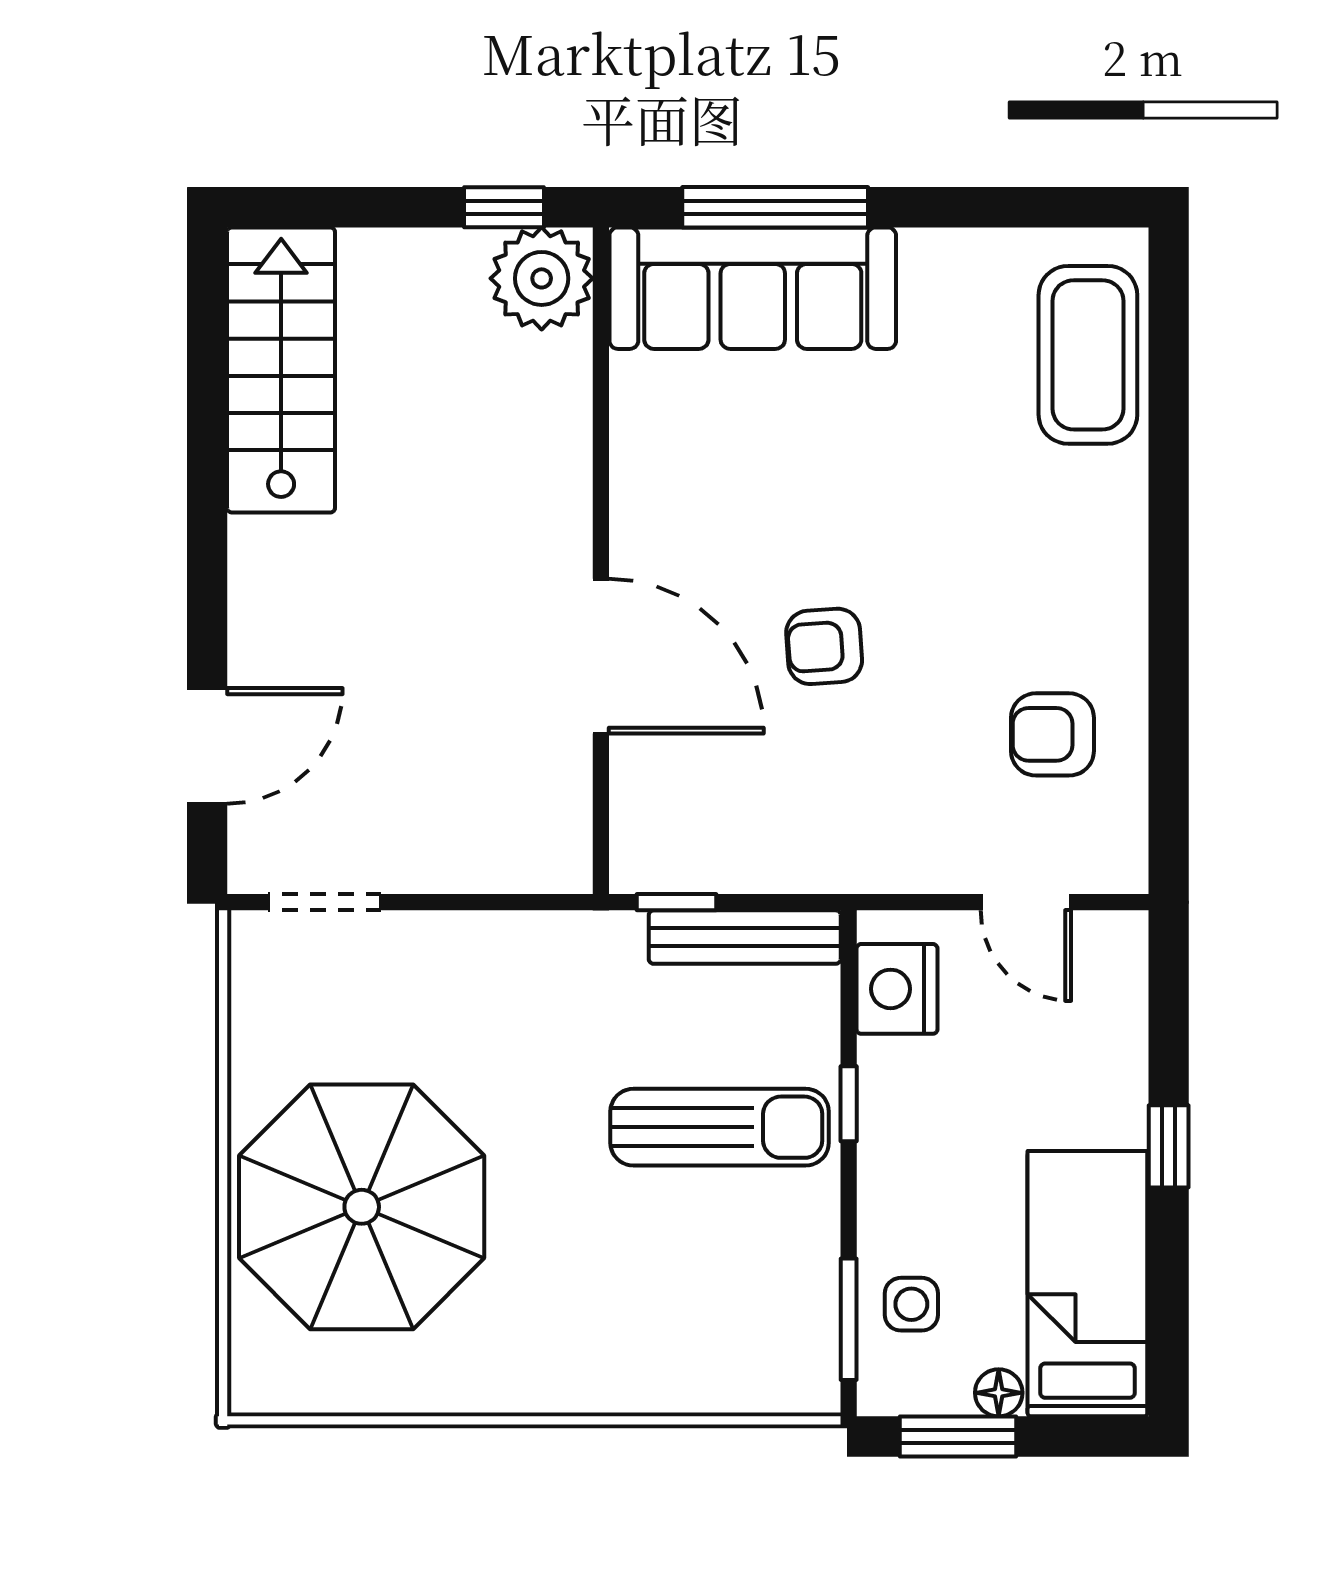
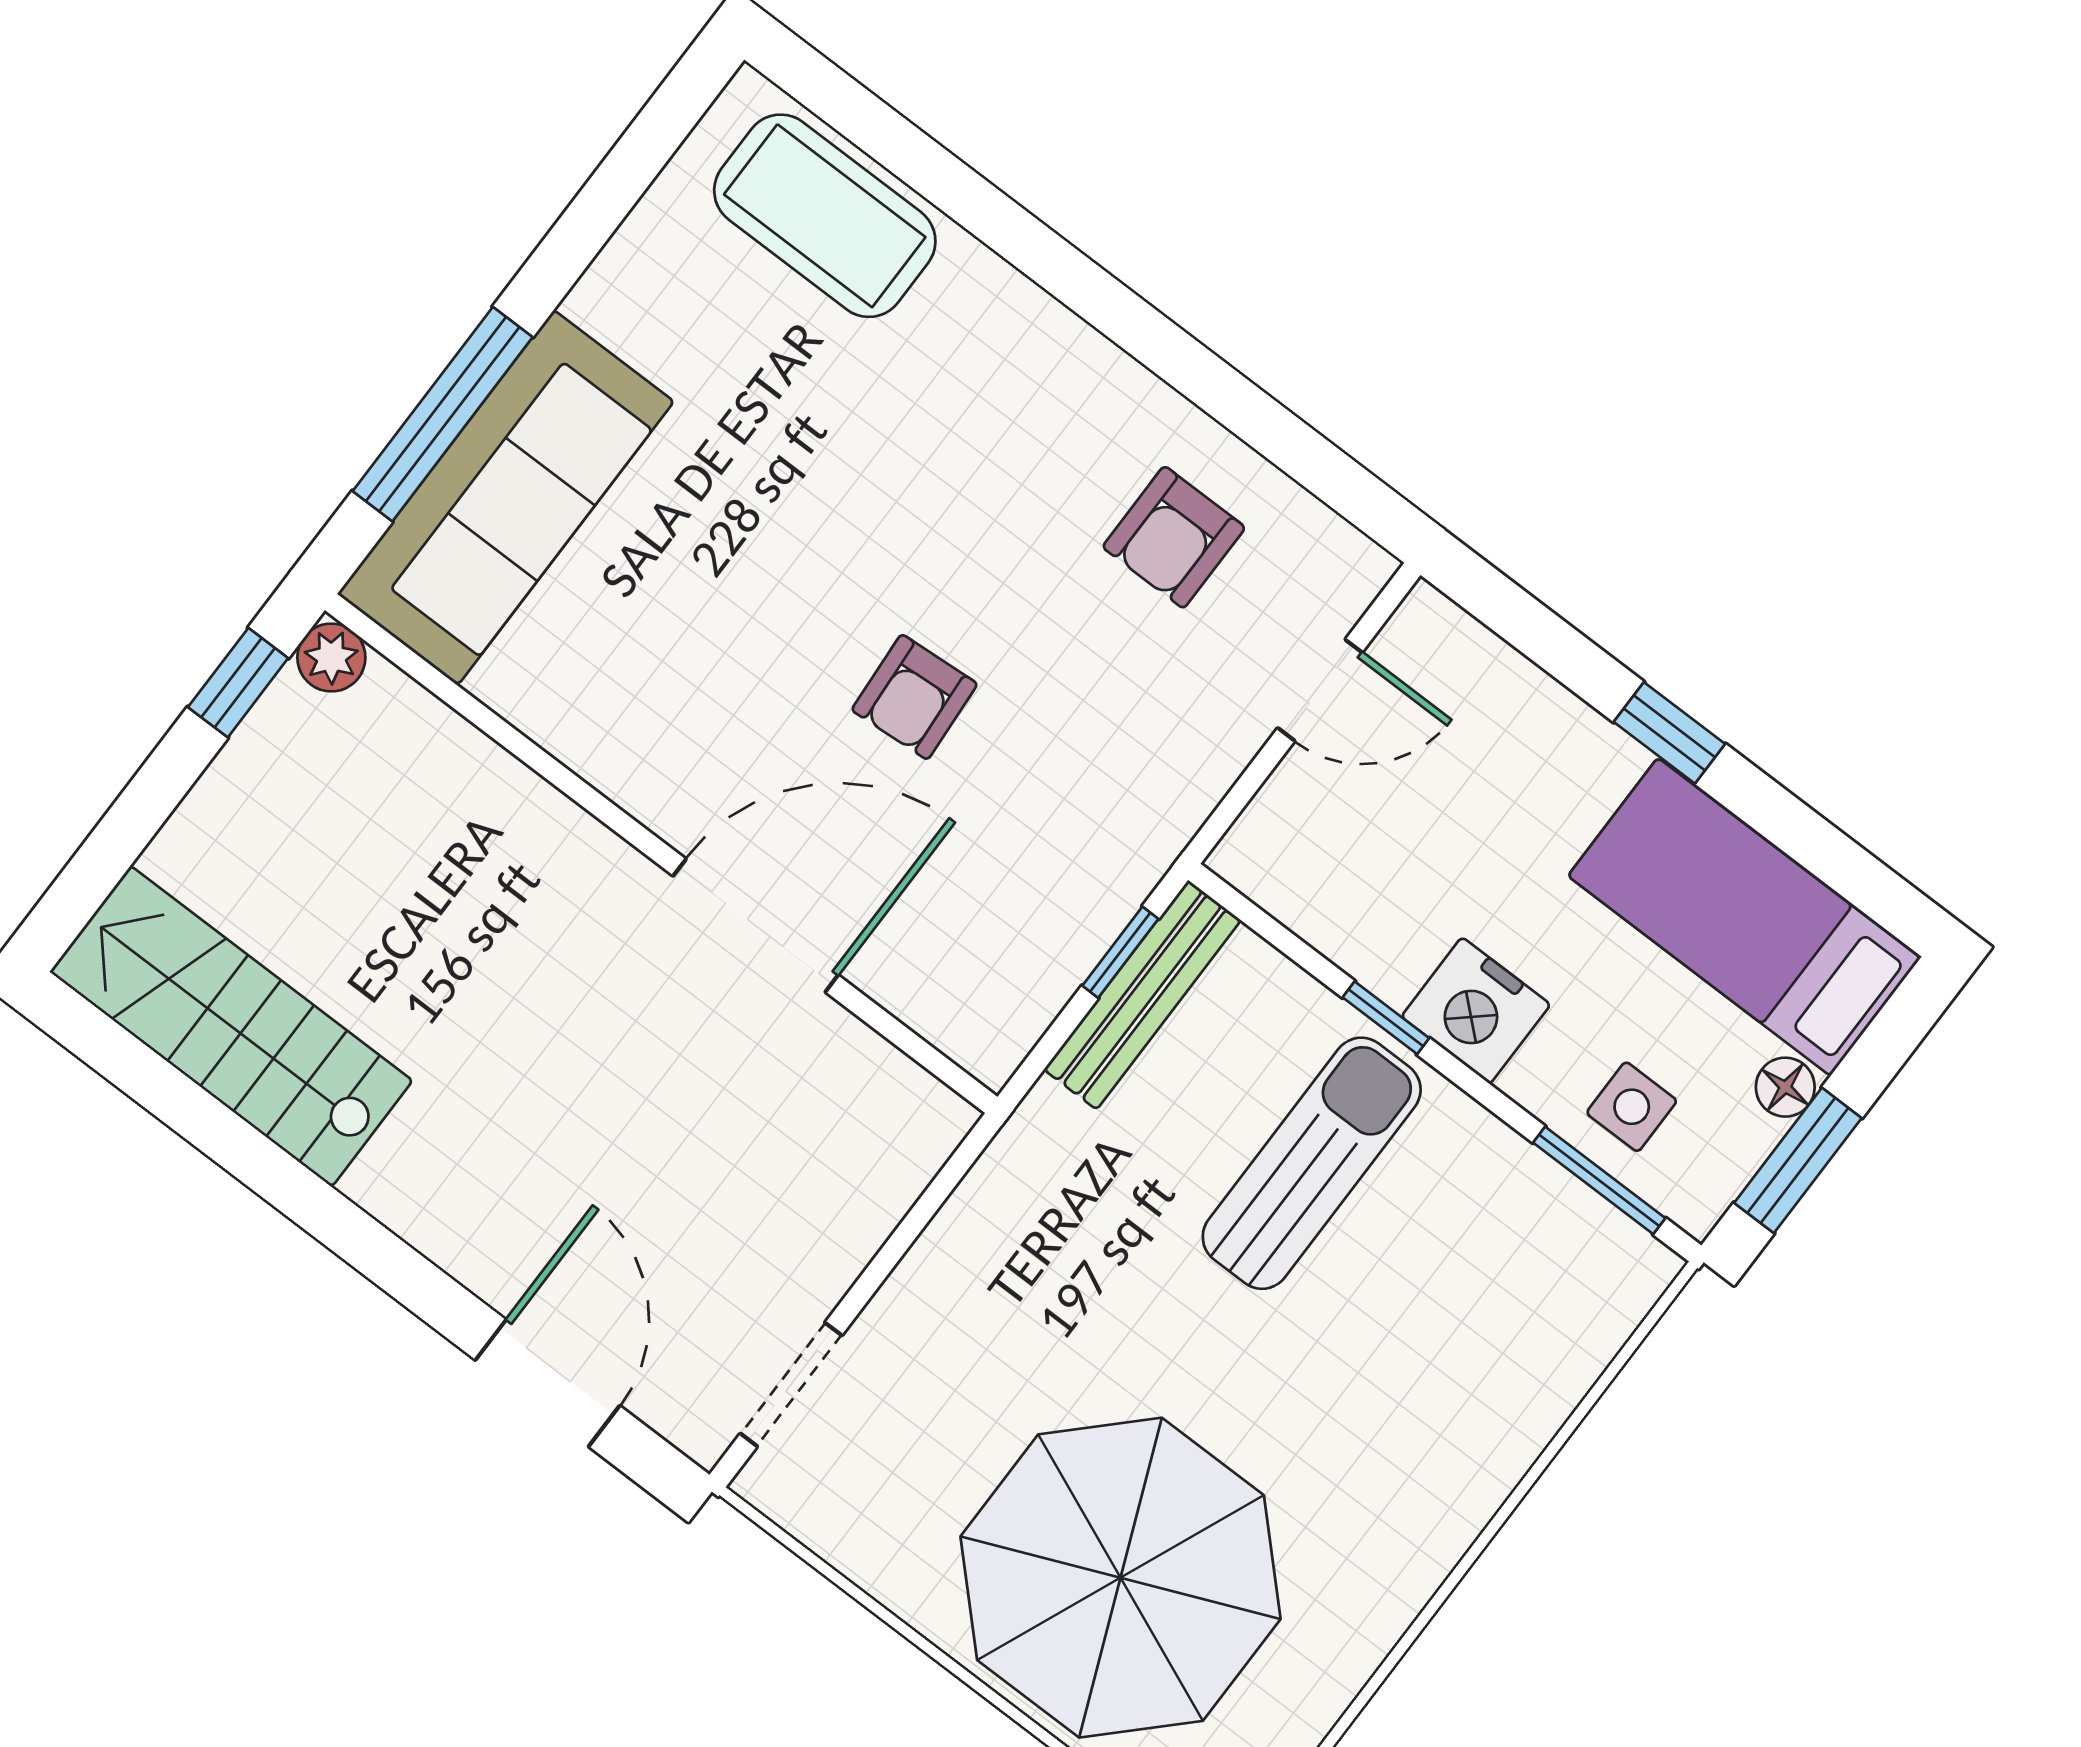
plant: (542, 278) -> (331, 657), width x0.53, depth x0.53
window: (676, 902) -> (1120, 952), moved
nightstand: (897, 989) -> (1476, 1011), moved

